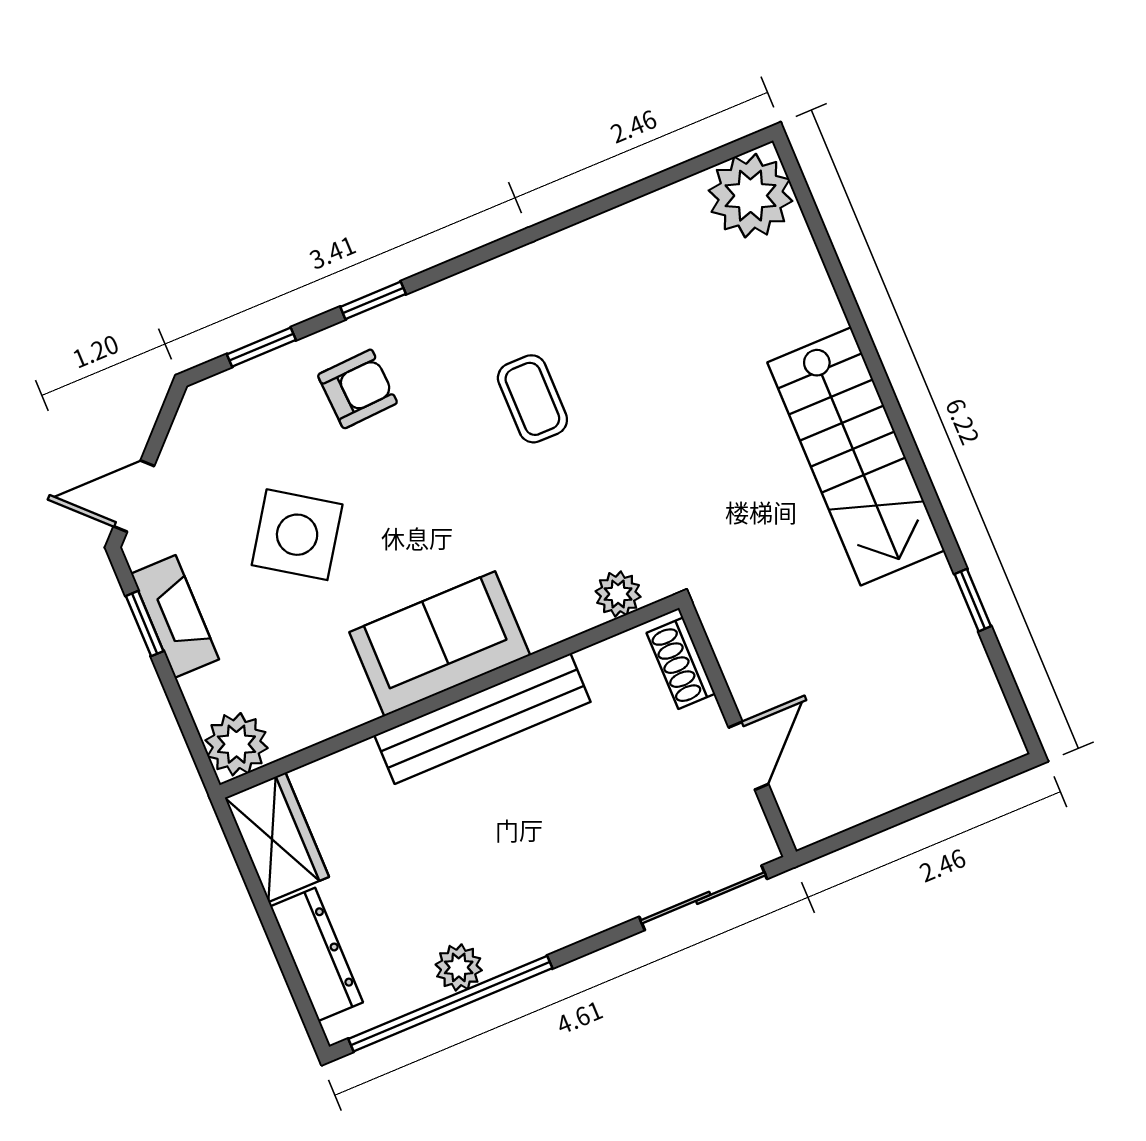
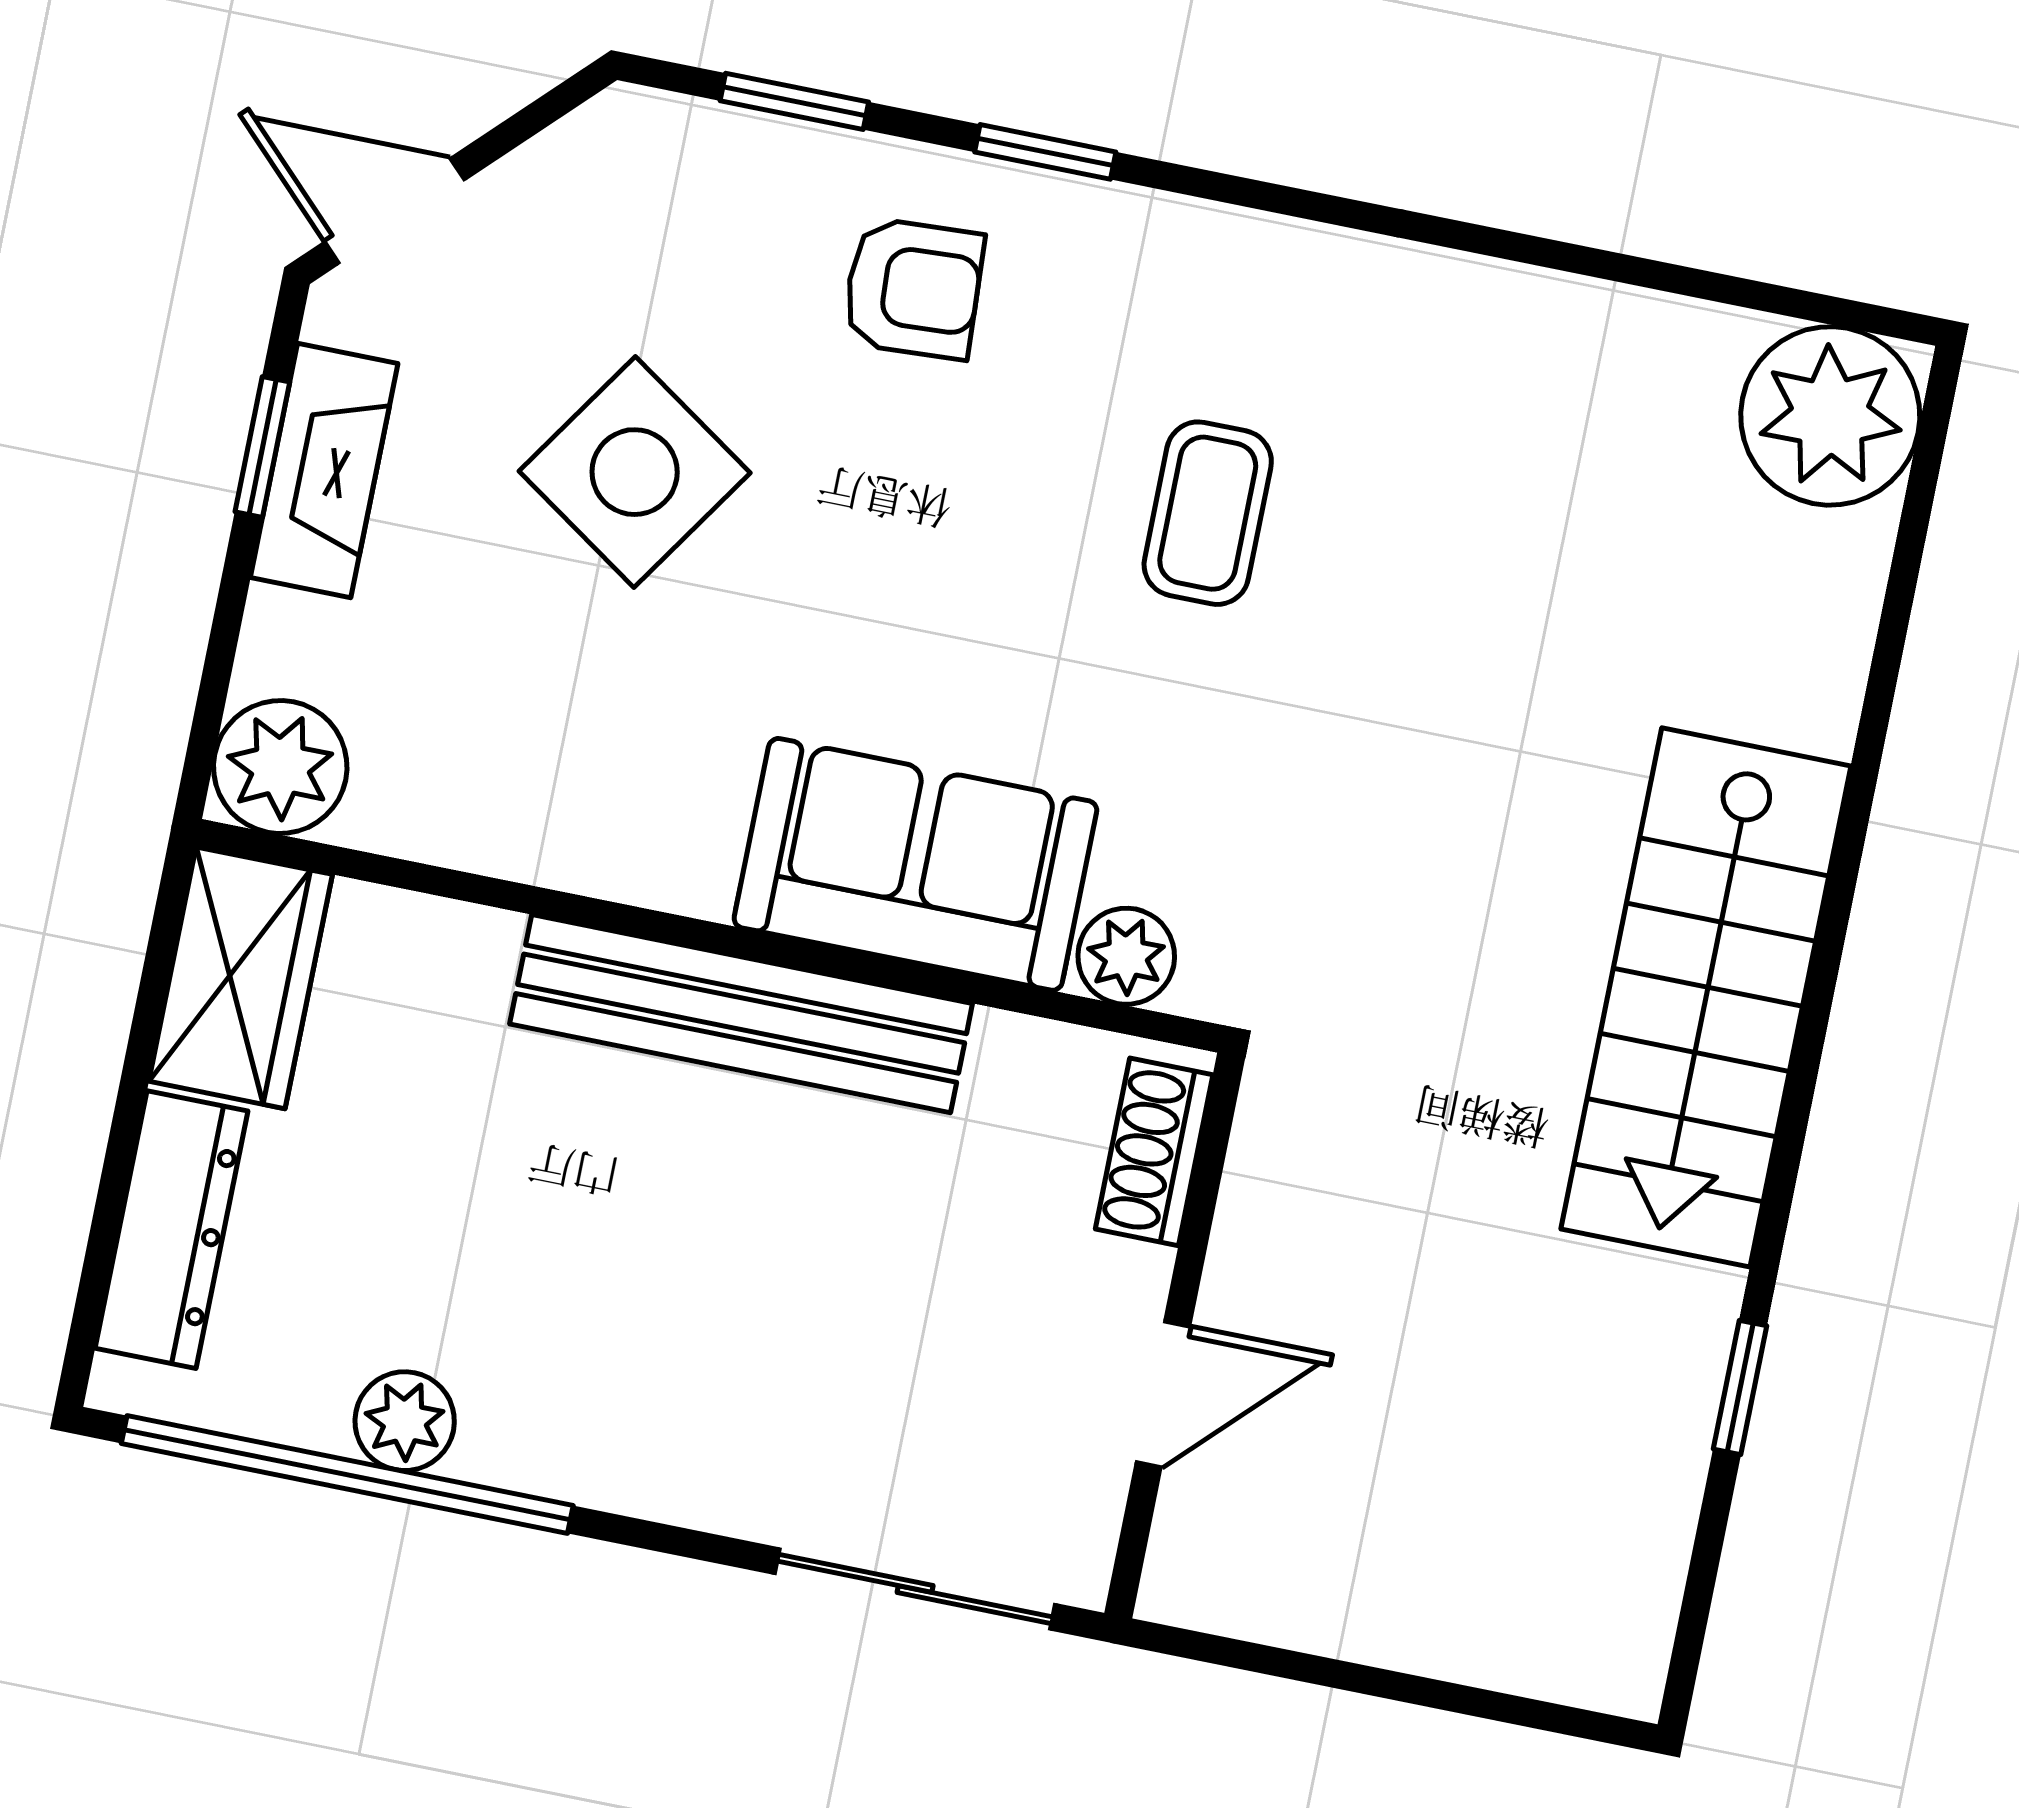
sofa: (440, 644) -> (915, 864), moved

